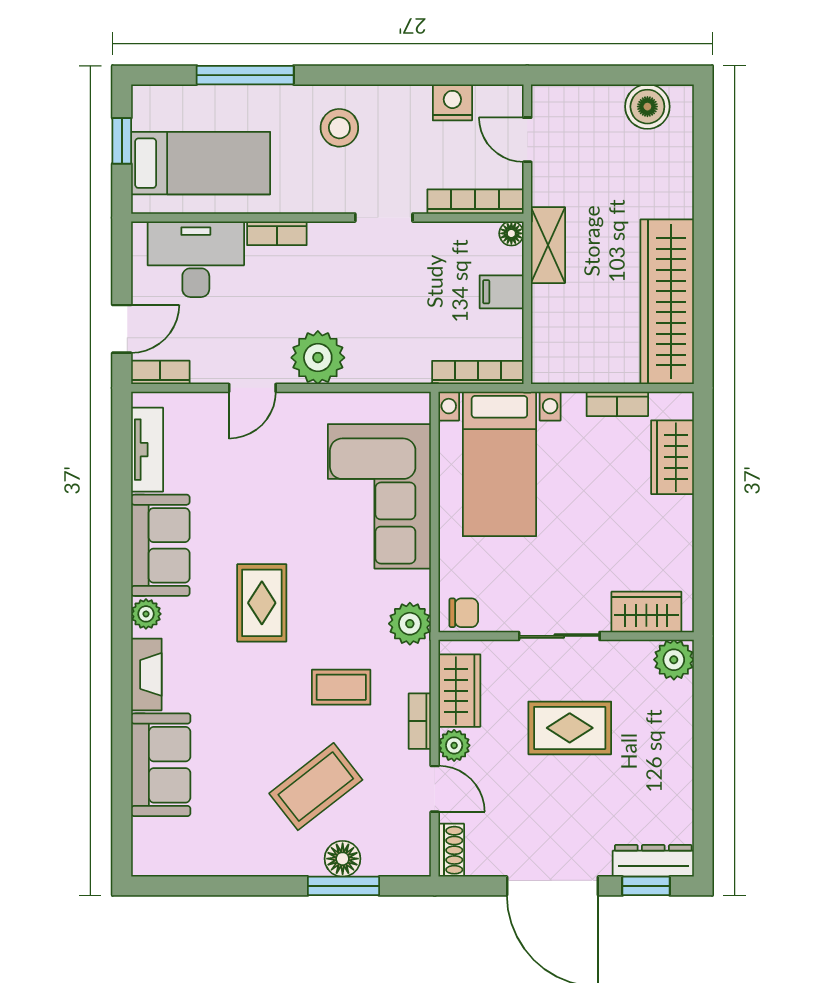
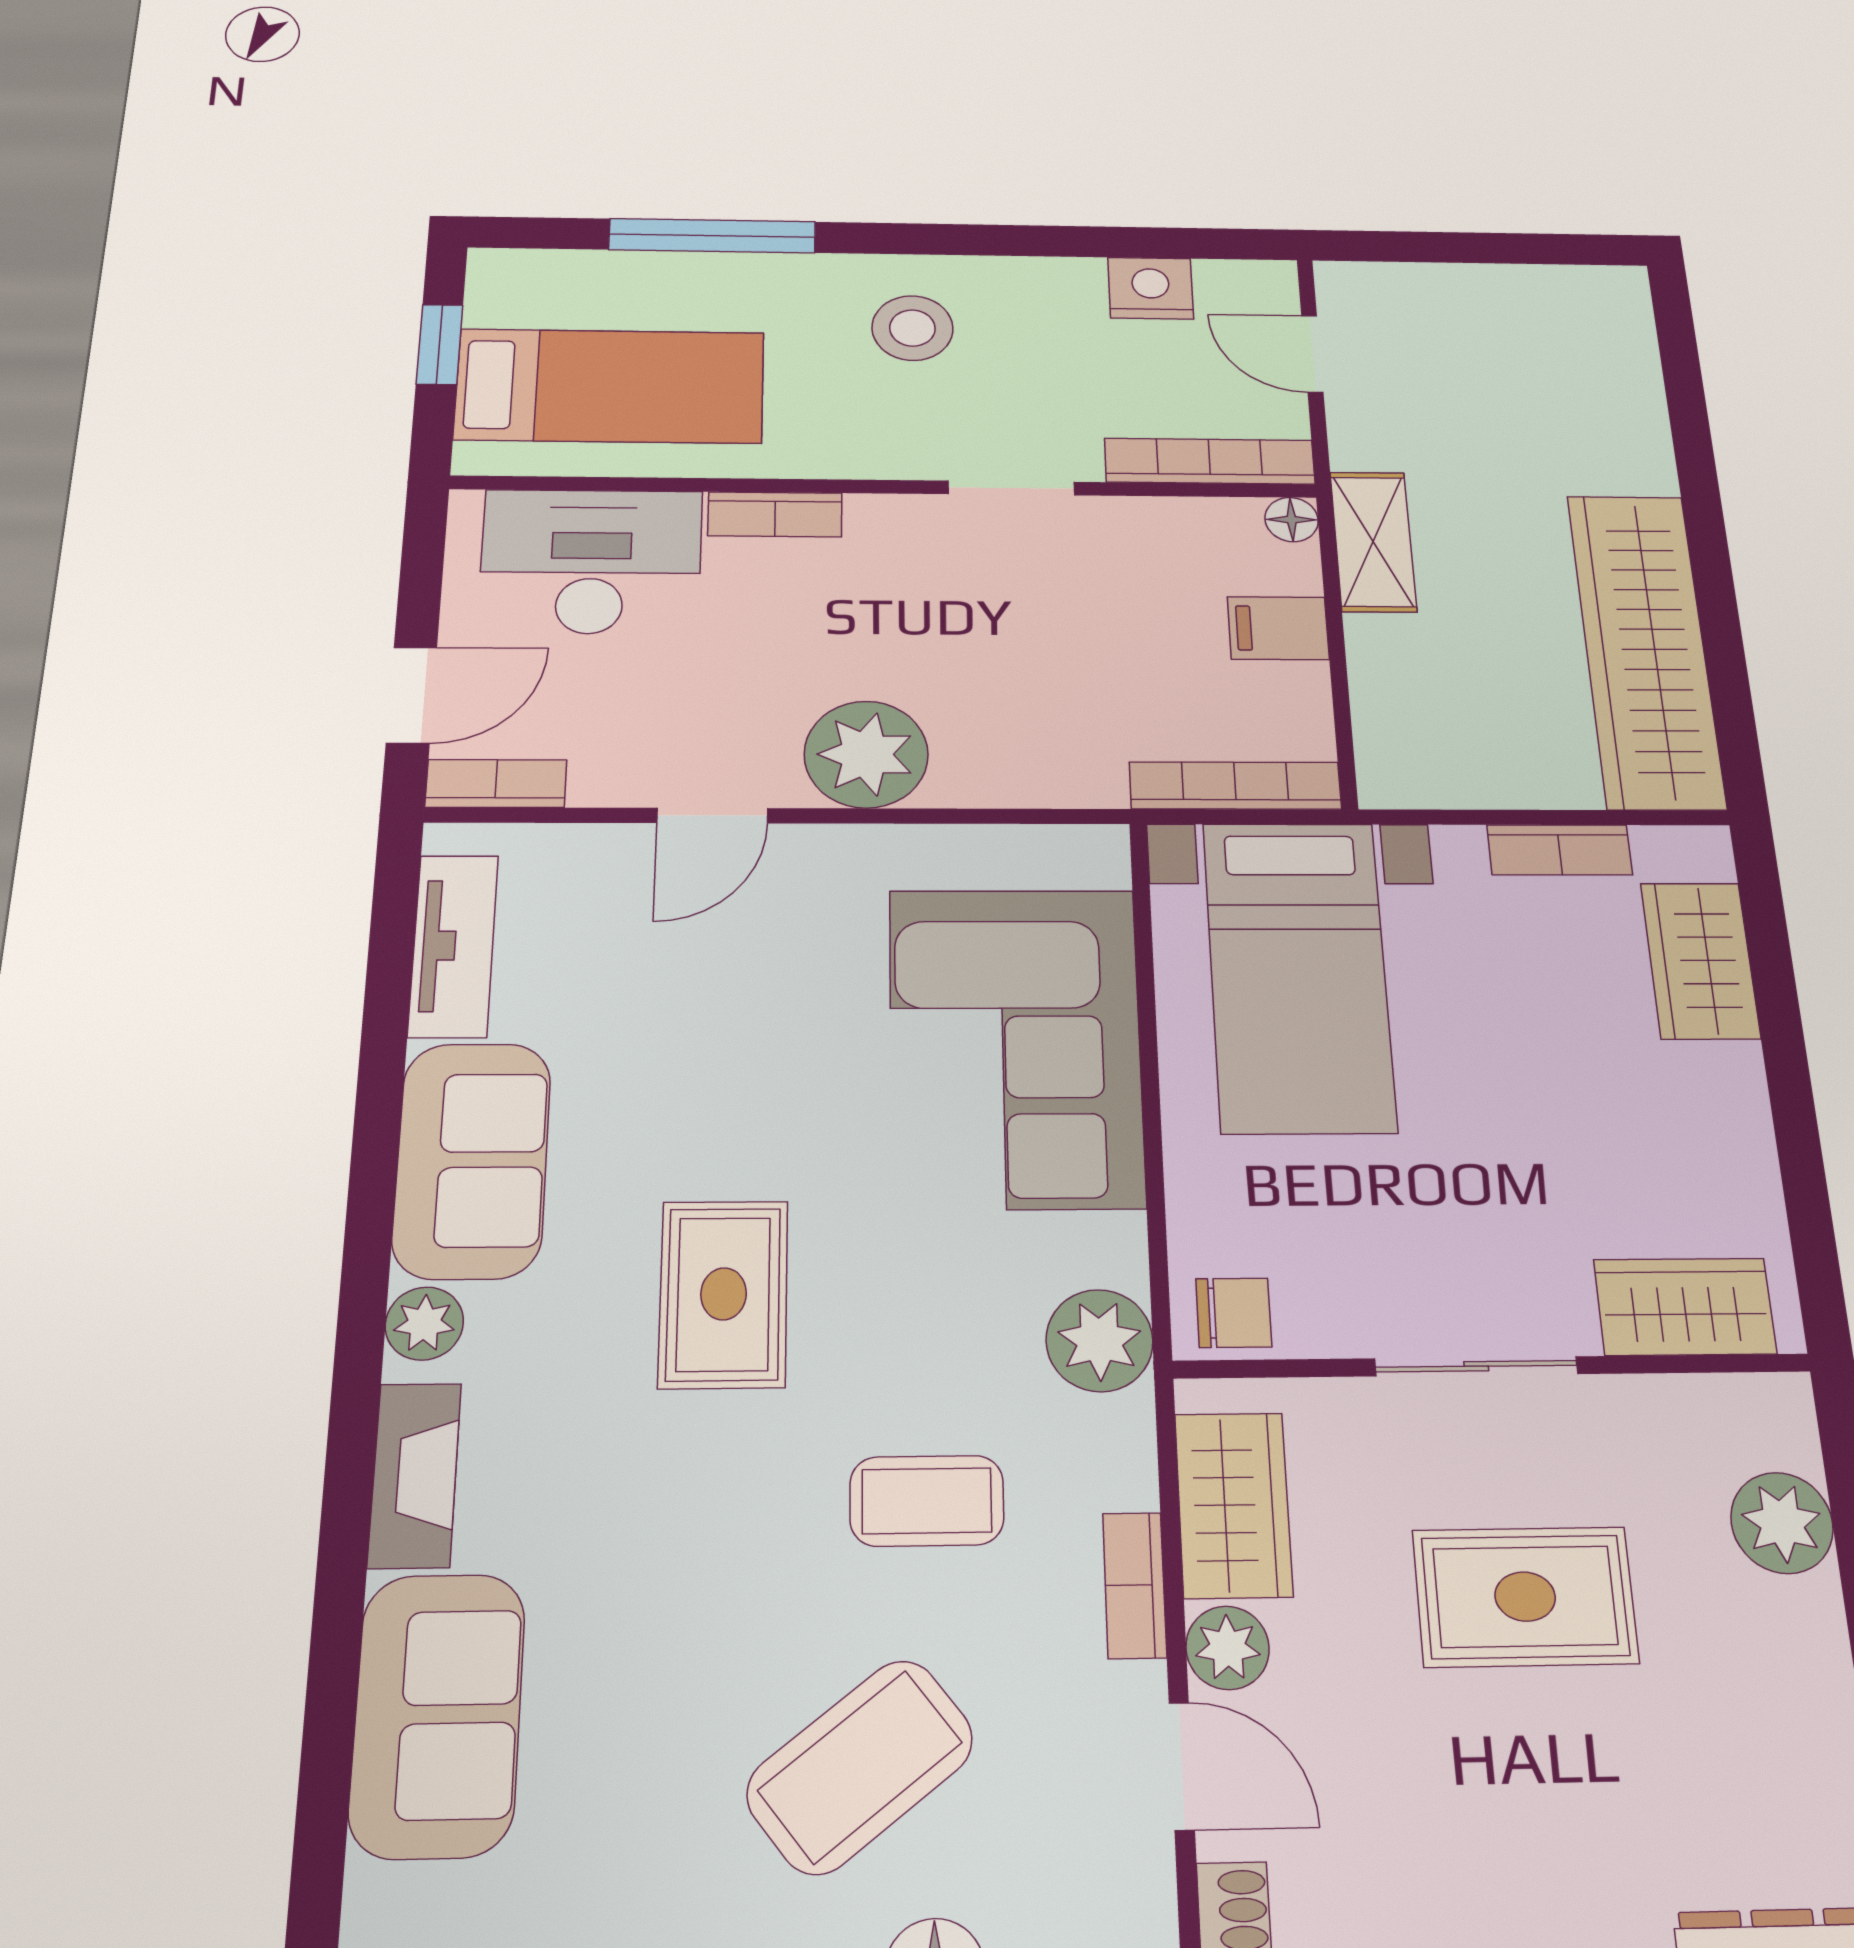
boiler: (647, 107) -> (1557, 301), removed
plant: (674, 660) -> (1782, 1523), moved

